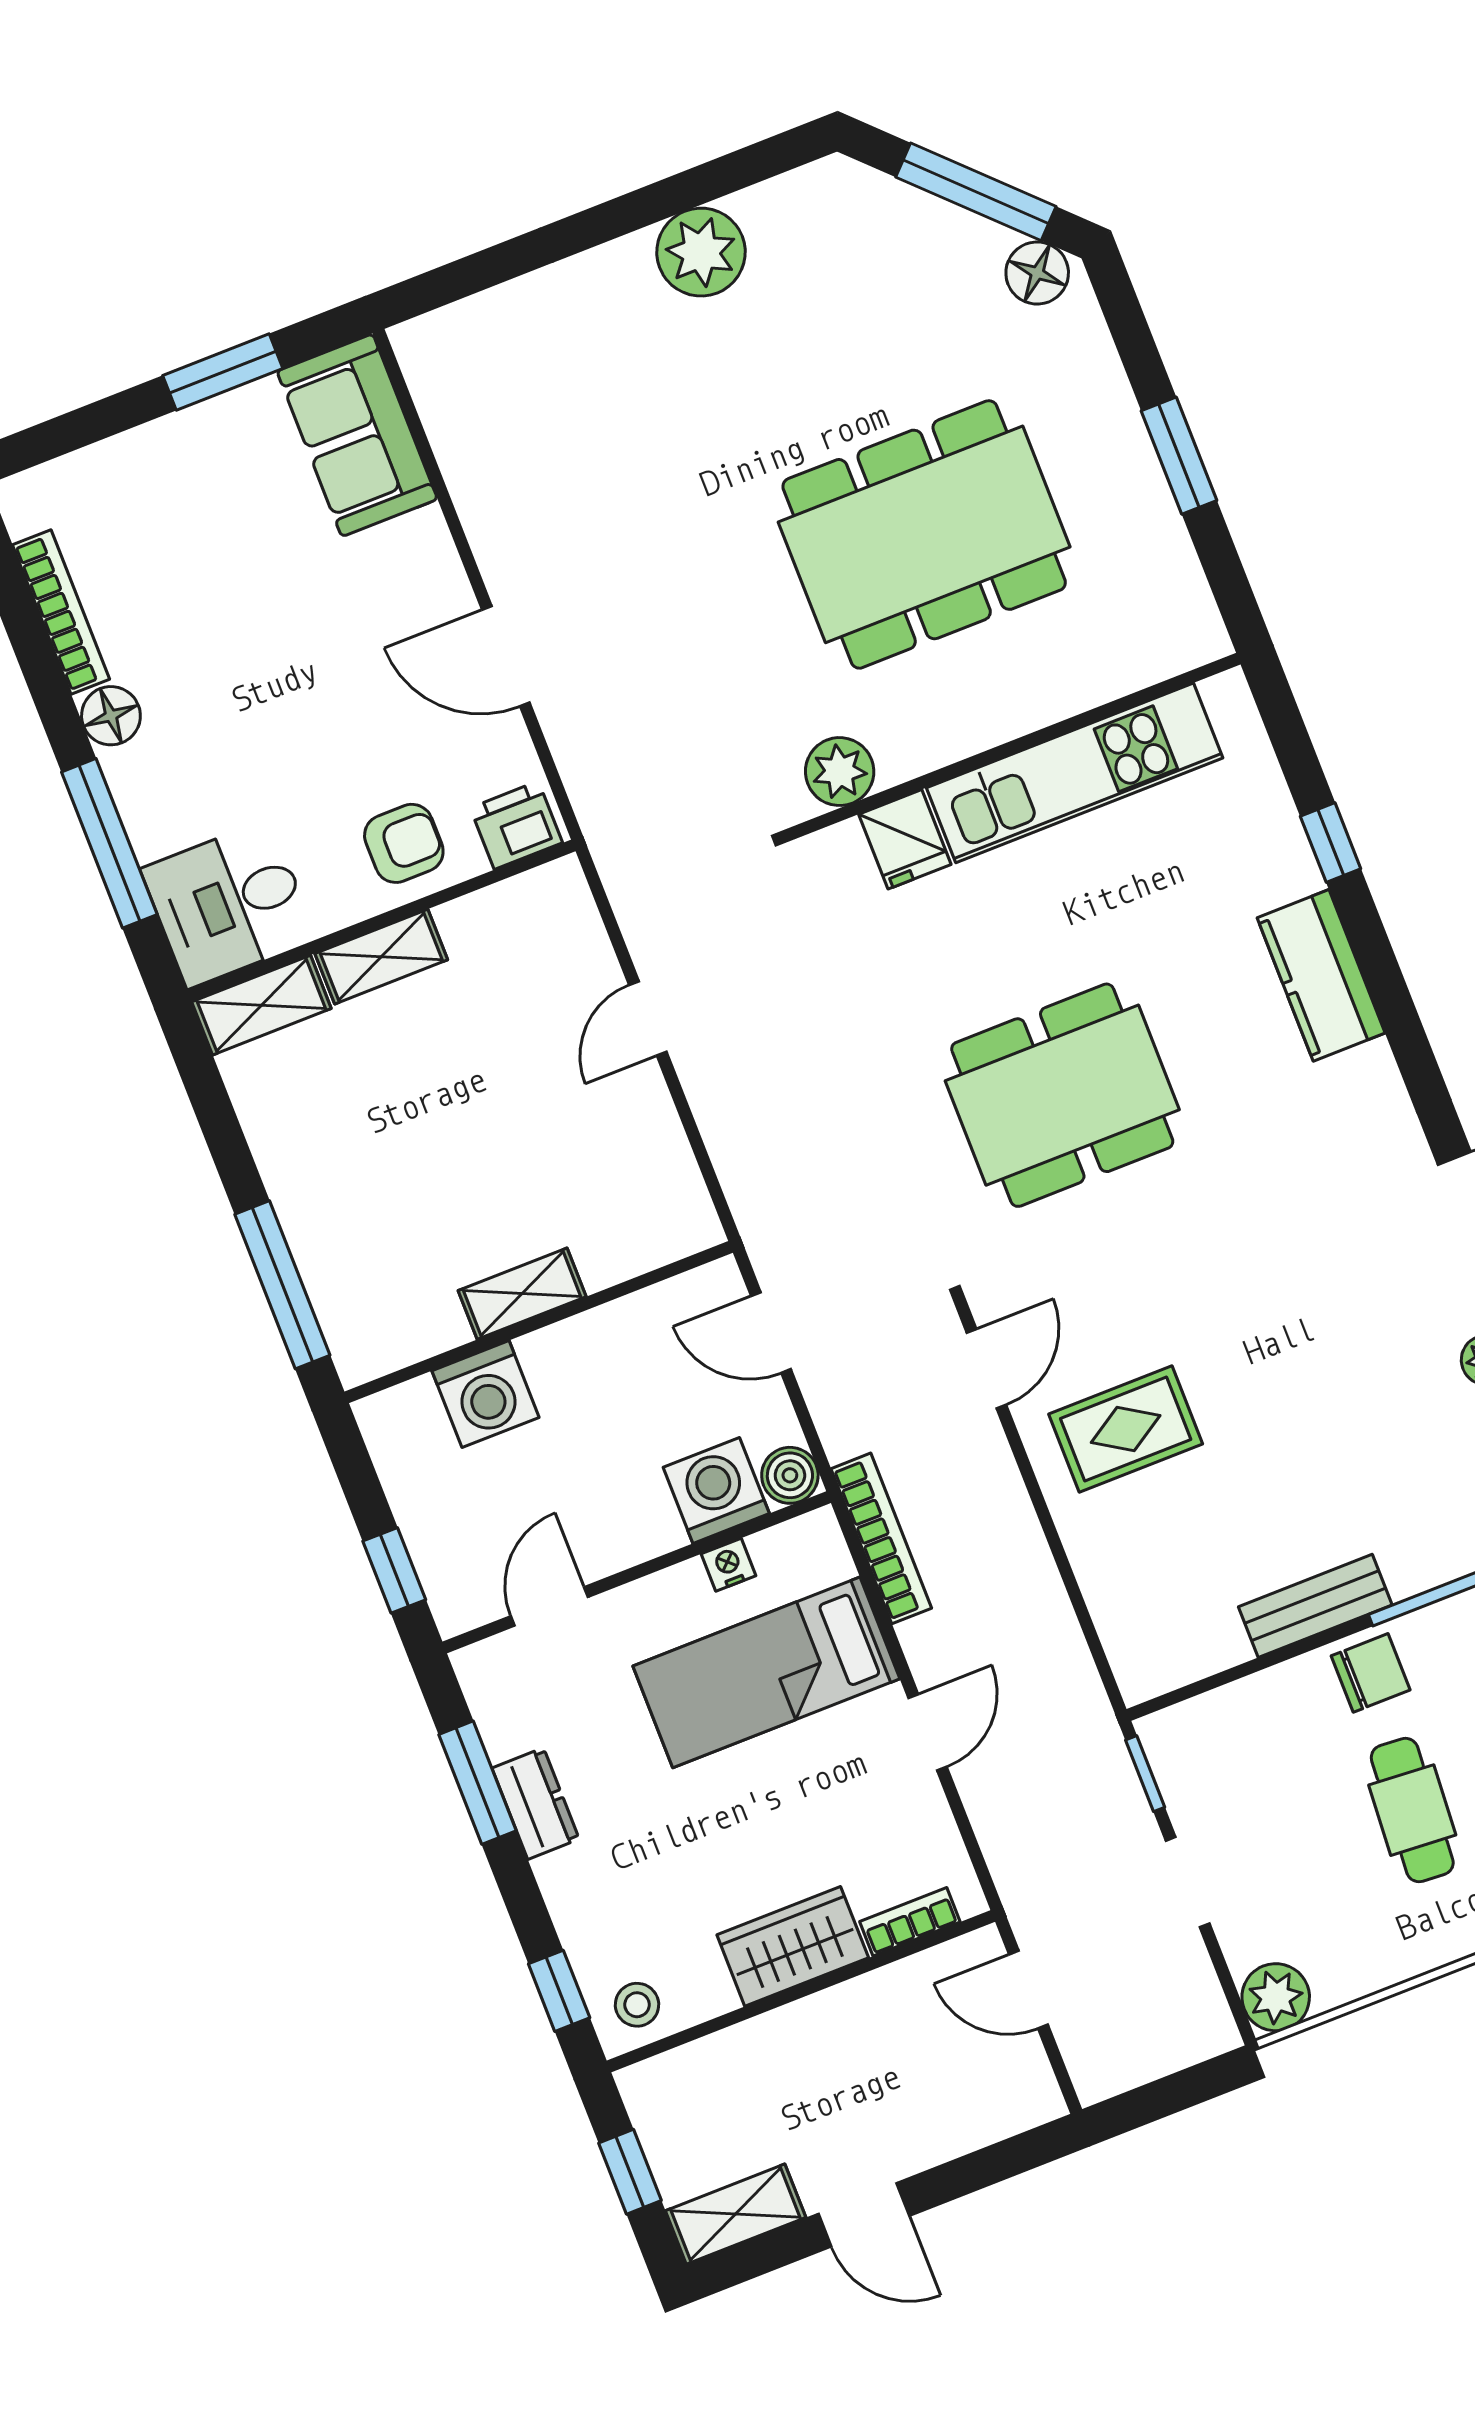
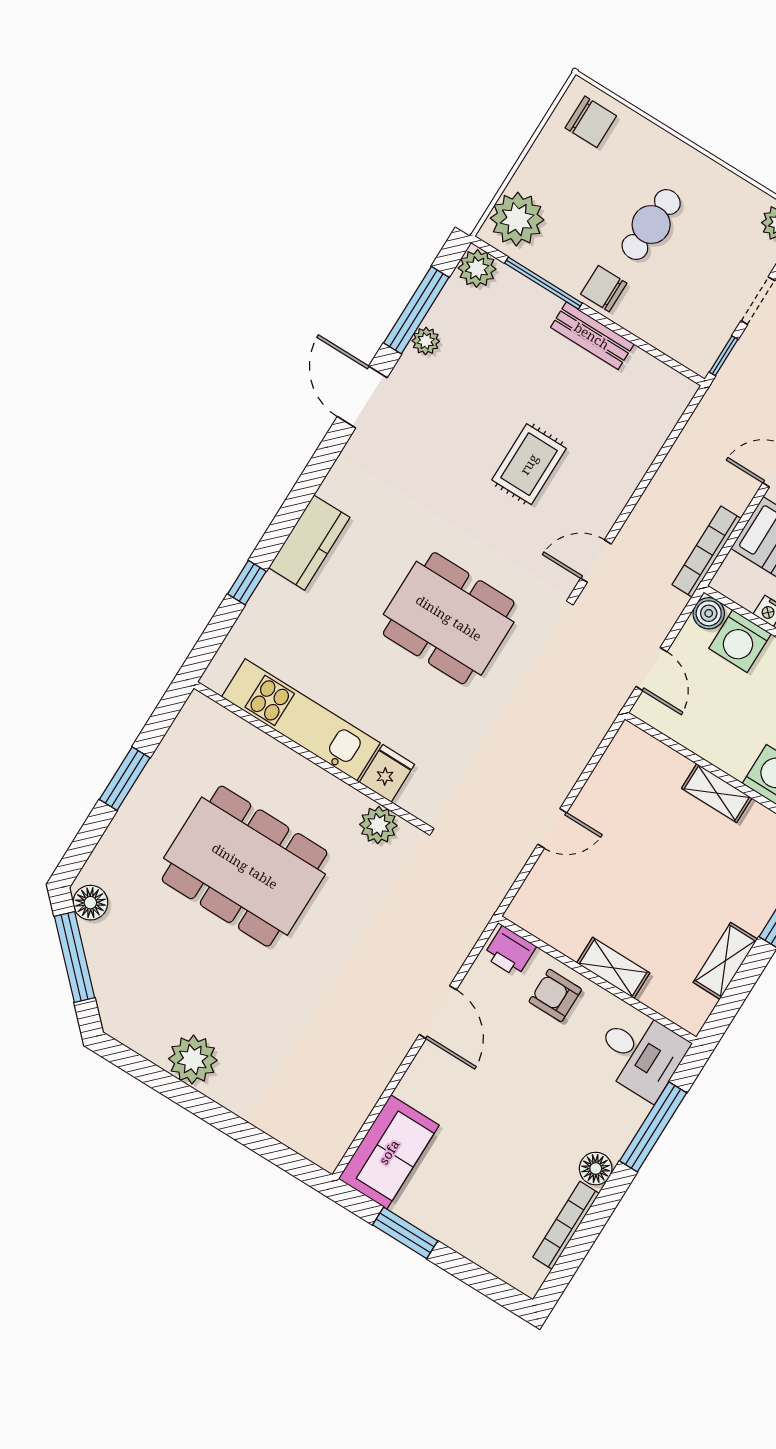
shelving: (261, 1005) -> (725, 961), moved, turned 90
rug: (1126, 1429) -> (529, 464), moved, turned 90

